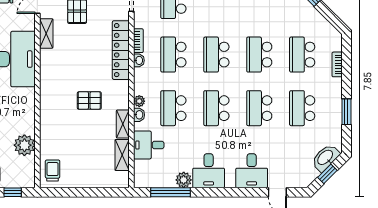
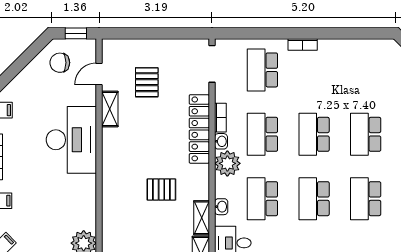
plant: (139, 101) -> (227, 163), moved, width x1.87, depth x1.87

